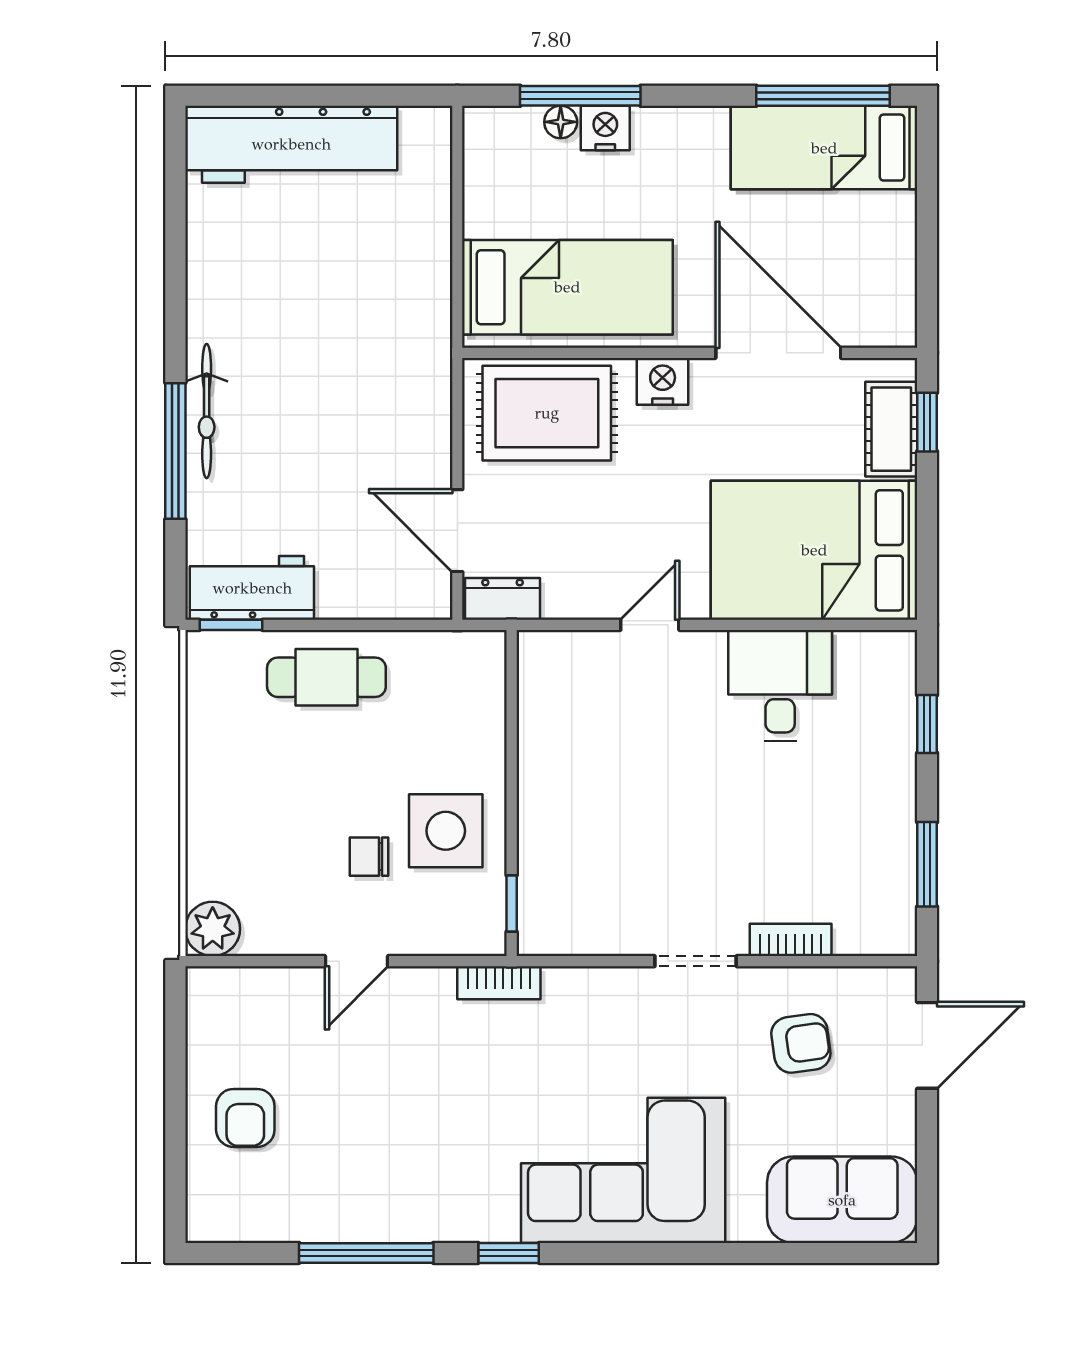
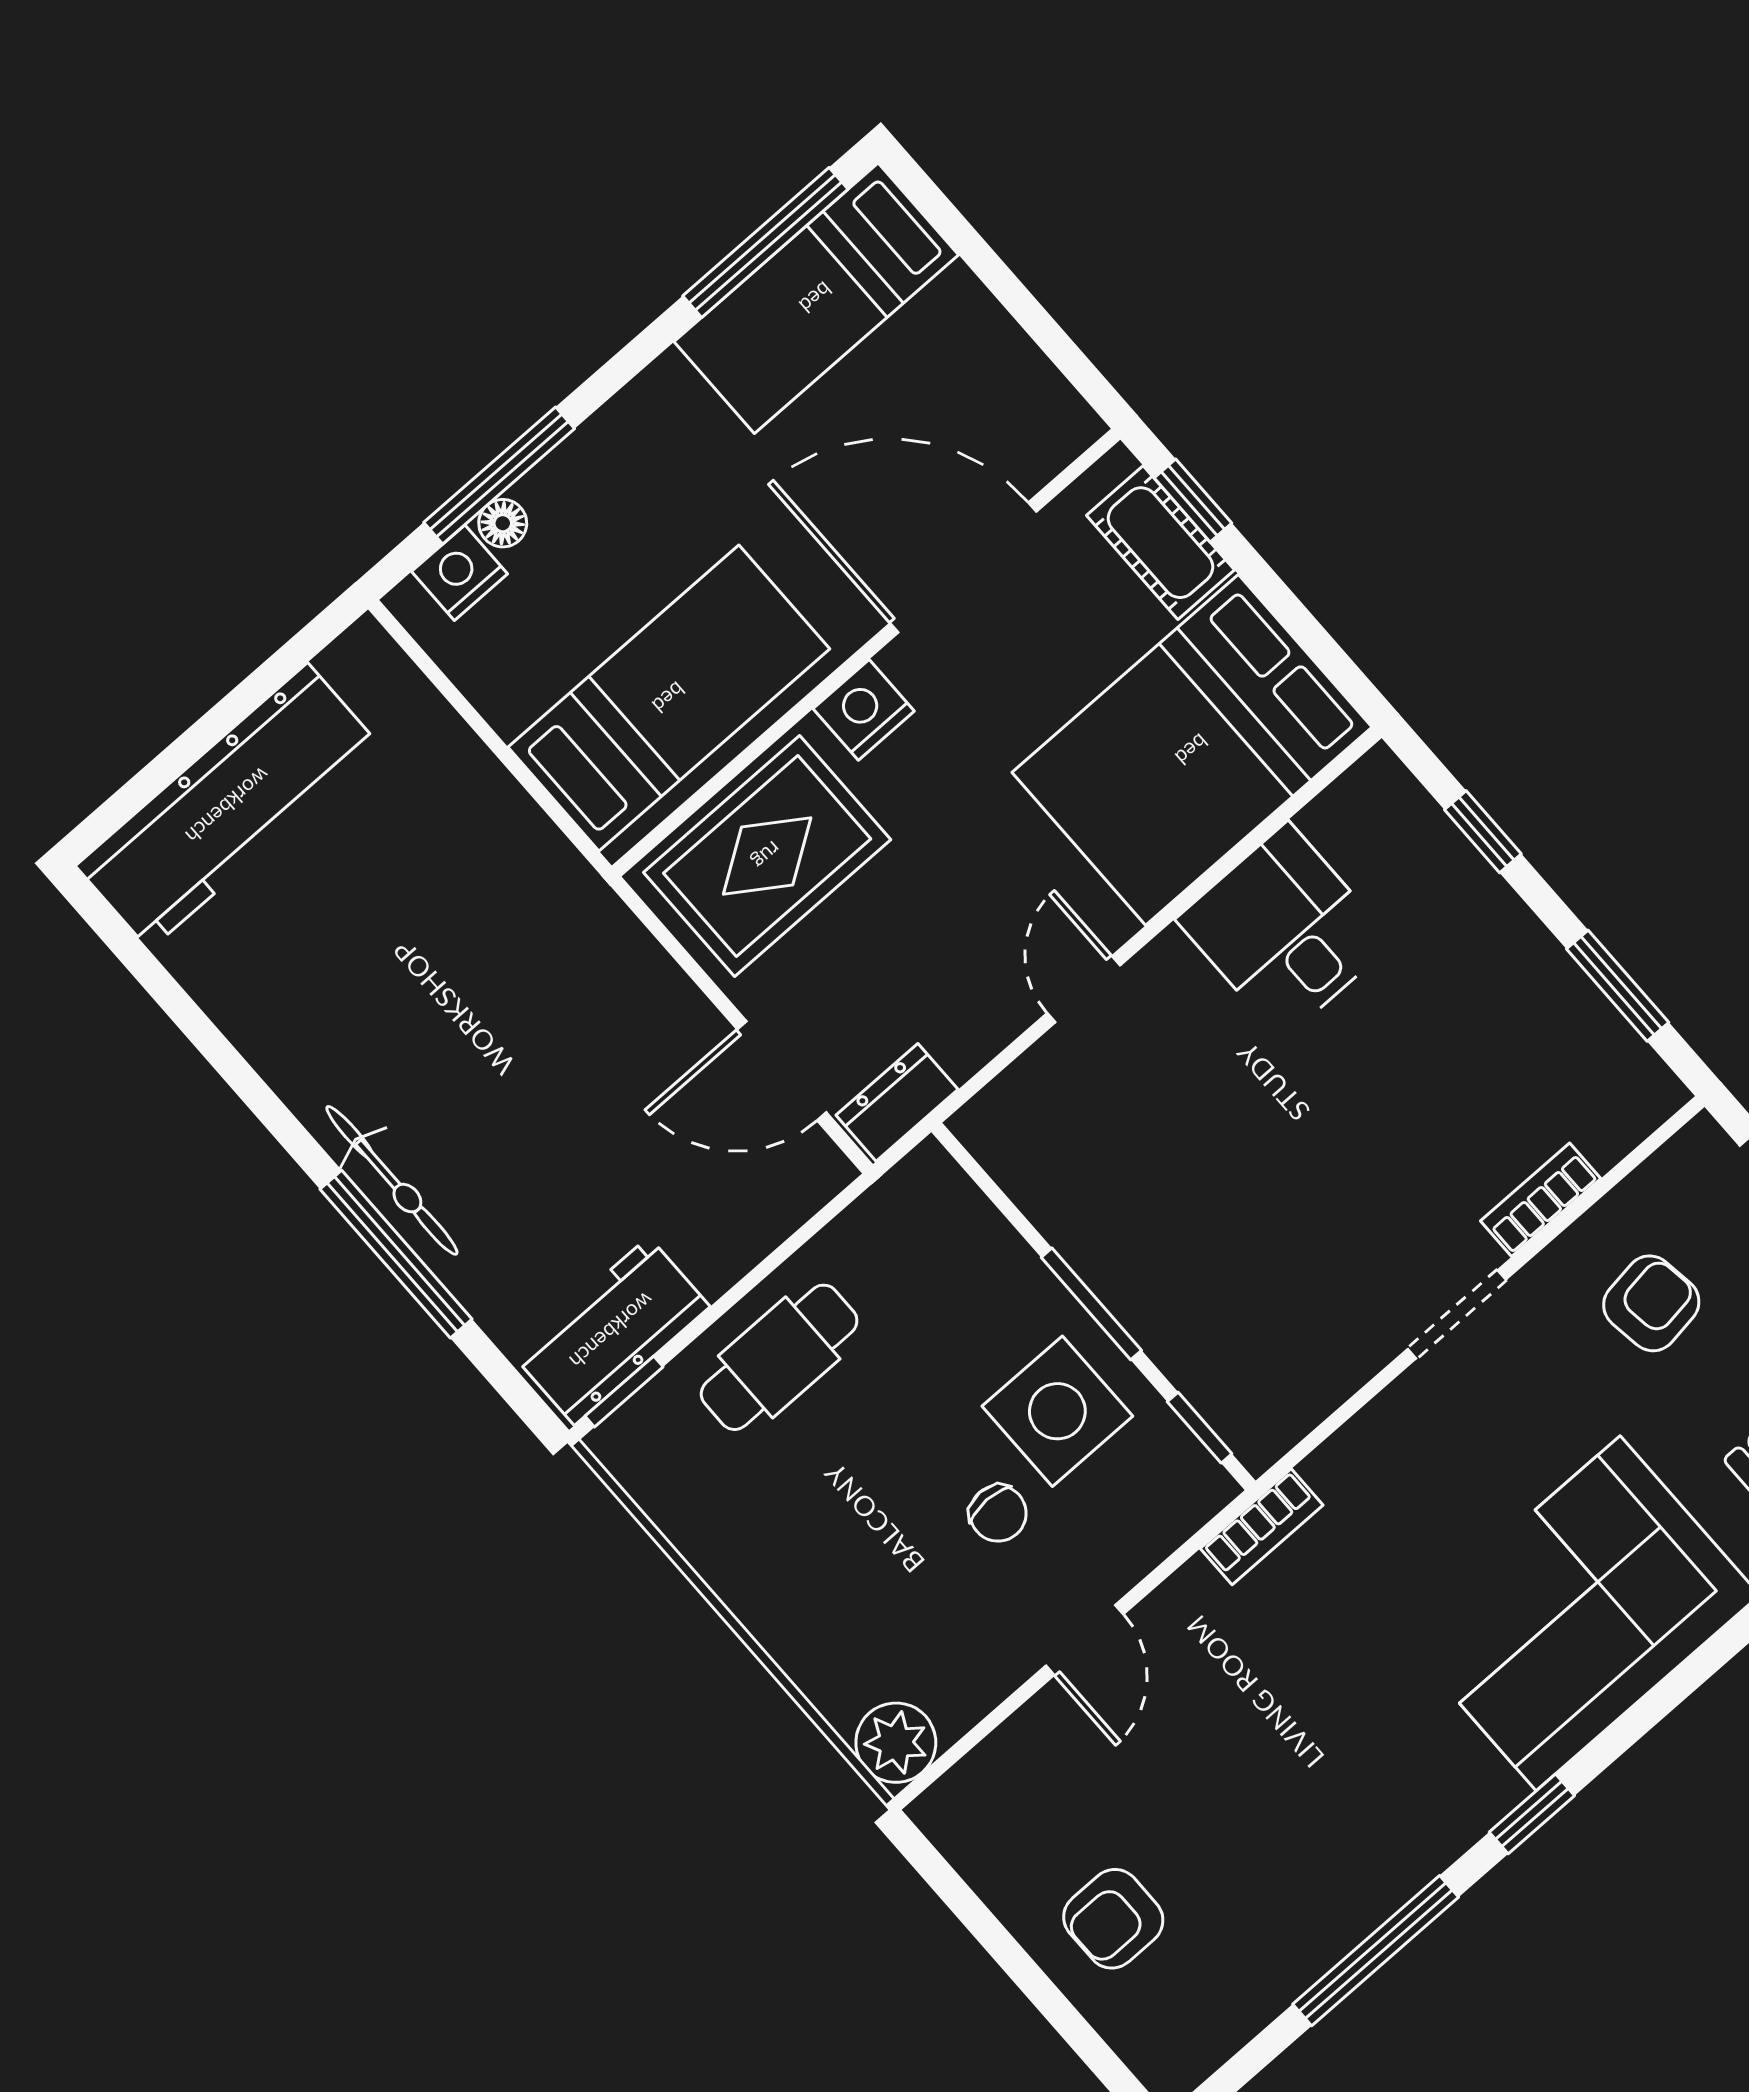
nightstand: (605, 128) -> (460, 573), moved
window: (512, 791) -> (1091, 1304), added
chair: (369, 857) -> (998, 1513), turned -90
armchair: (245, 1118) -> (1113, 1919), turned 90

